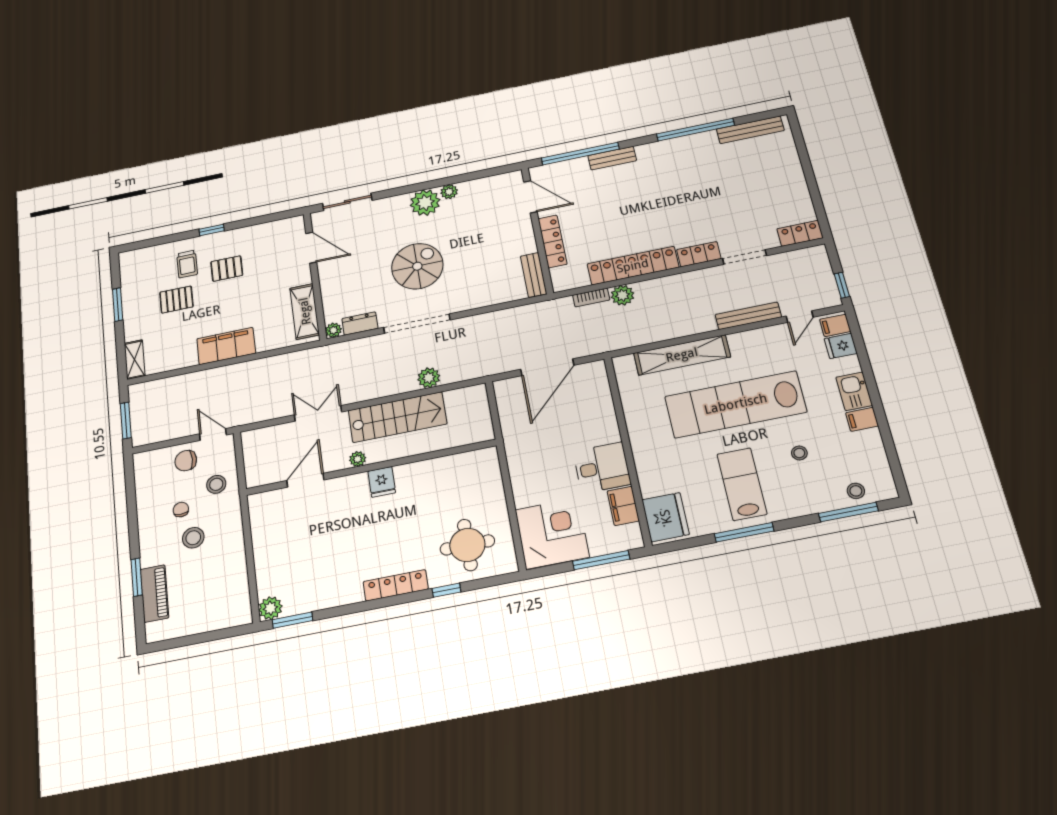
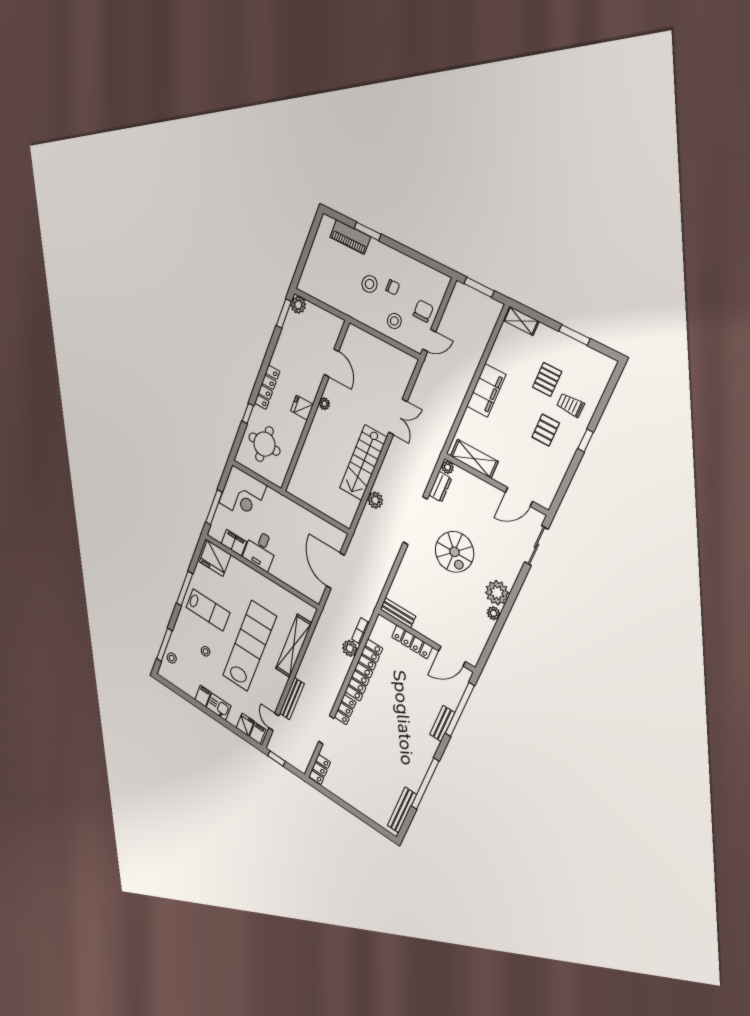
plant: (358, 459) -> (324, 404), moved
wall: (371, 467) -> (314, 408), moved
door: (305, 480) -> (331, 363), moved
fridge: (382, 482) -> (302, 408), moved

